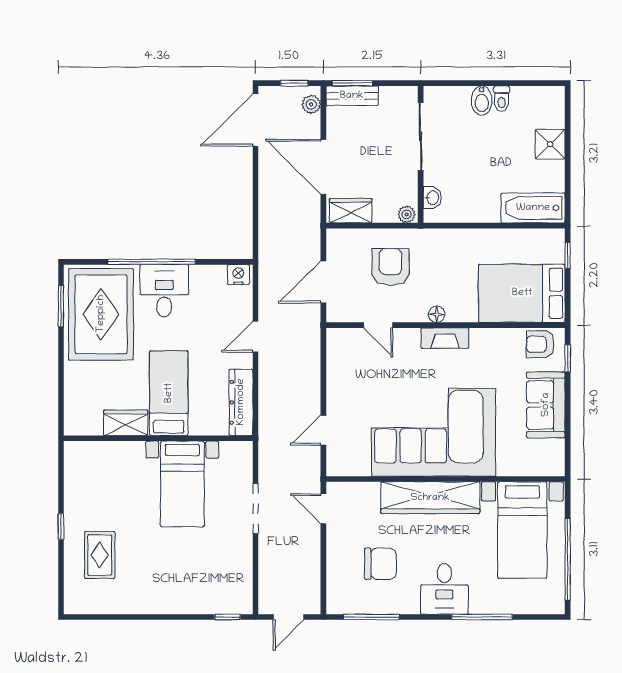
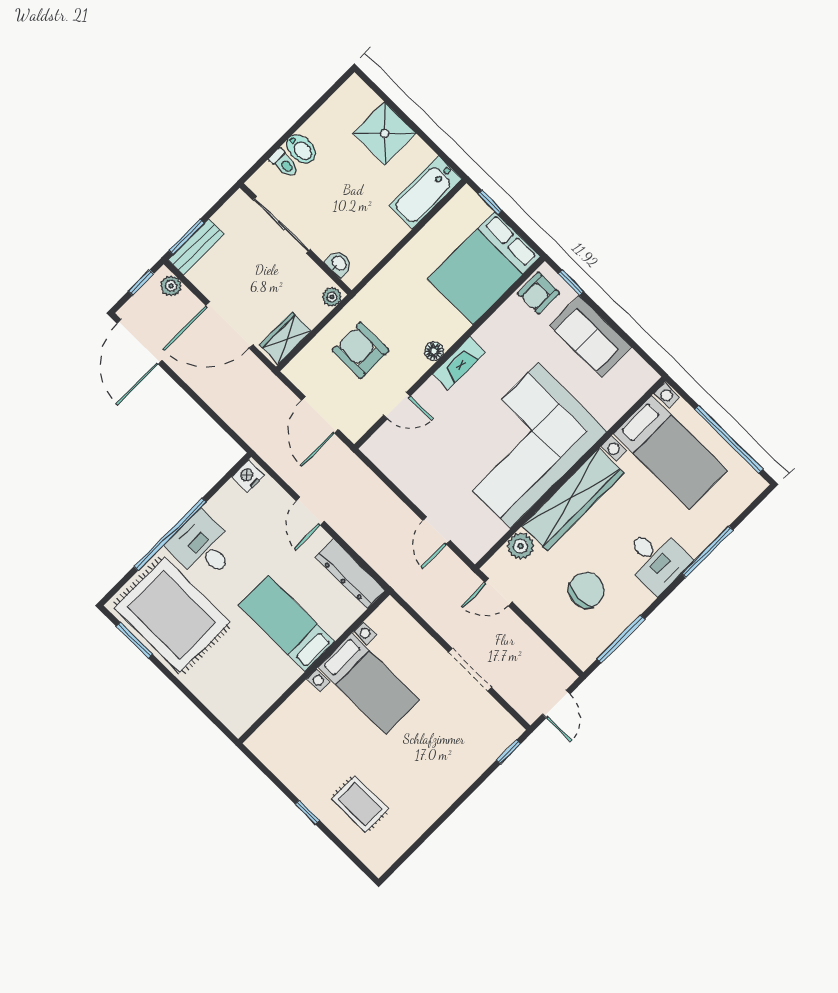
toilet: (502, 99) -> (284, 163), moved
shower: (550, 144) -> (385, 133), width x1.36, depth x1.36
wardrobe: (126, 423) -> (276, 680), removed
plant: (367, 494) -> (521, 546), added
doorway: (256, 509) -> (470, 670), moved

